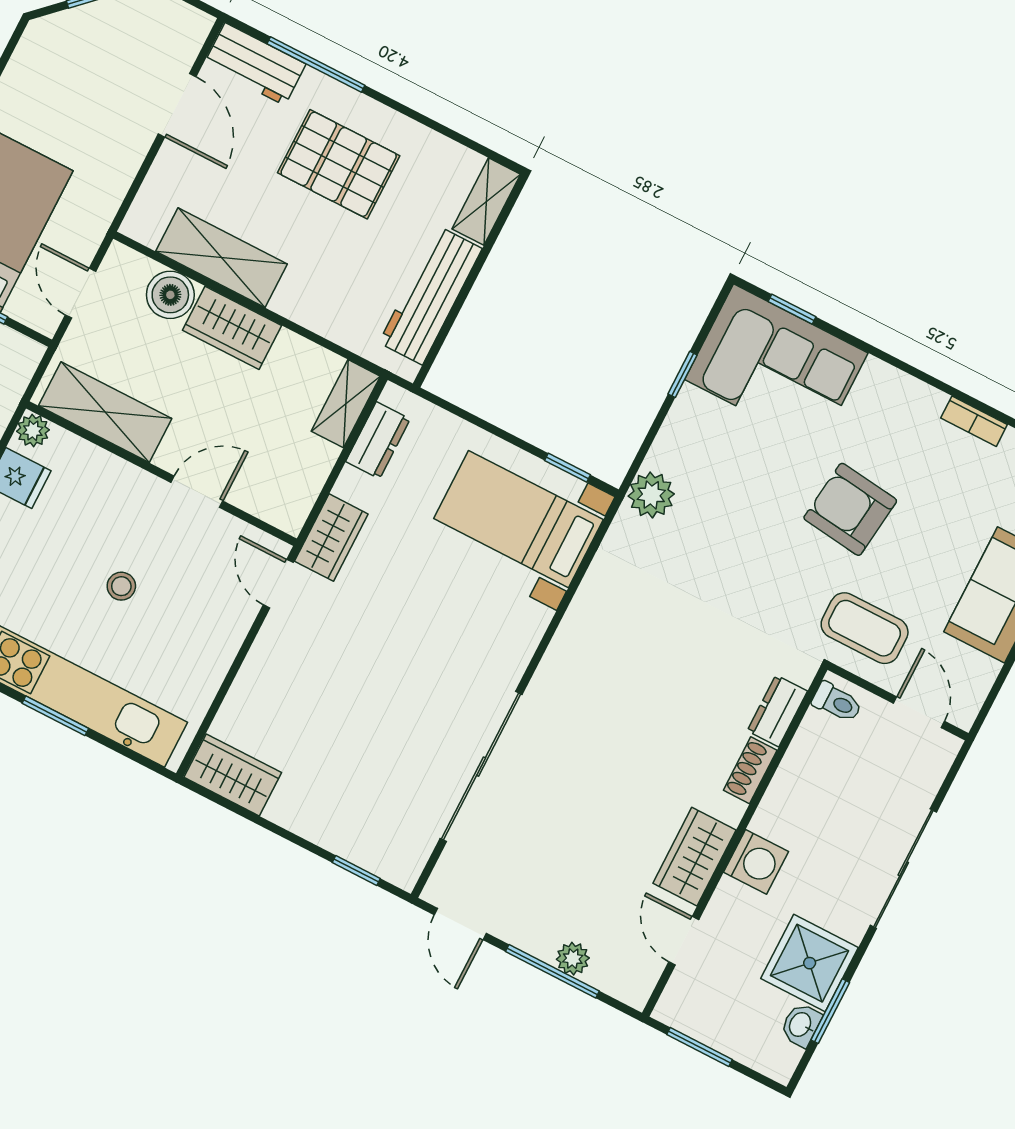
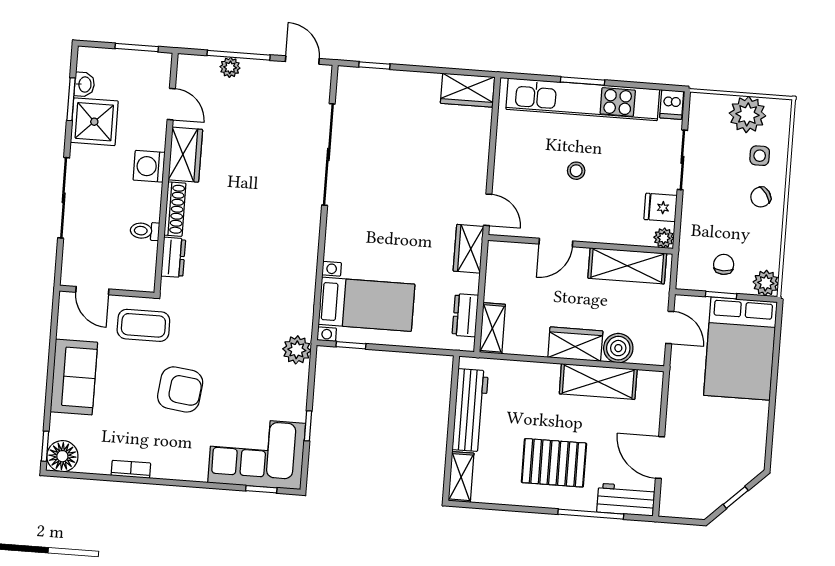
toilet: (837, 702) -> (145, 231), moved
shoe rack: (750, 770) -> (175, 209), width x1.43

